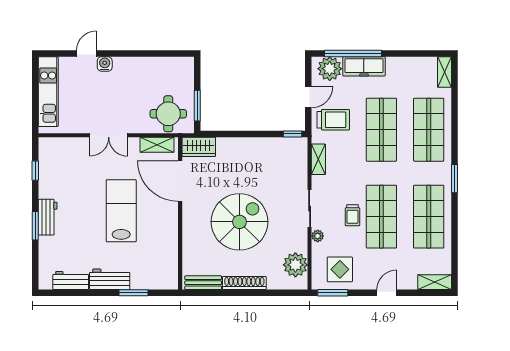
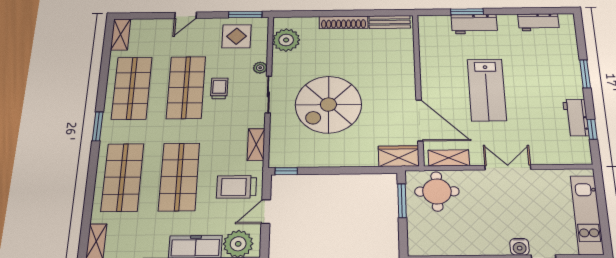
workbench: (48, 217) -> (576, 118), moved
spiral stairs: (239, 222) -> (328, 104), moved
workbench: (110, 279) -> (474, 24), moved
shelving: (435, 282) -> (121, 34), moved, turned 90

